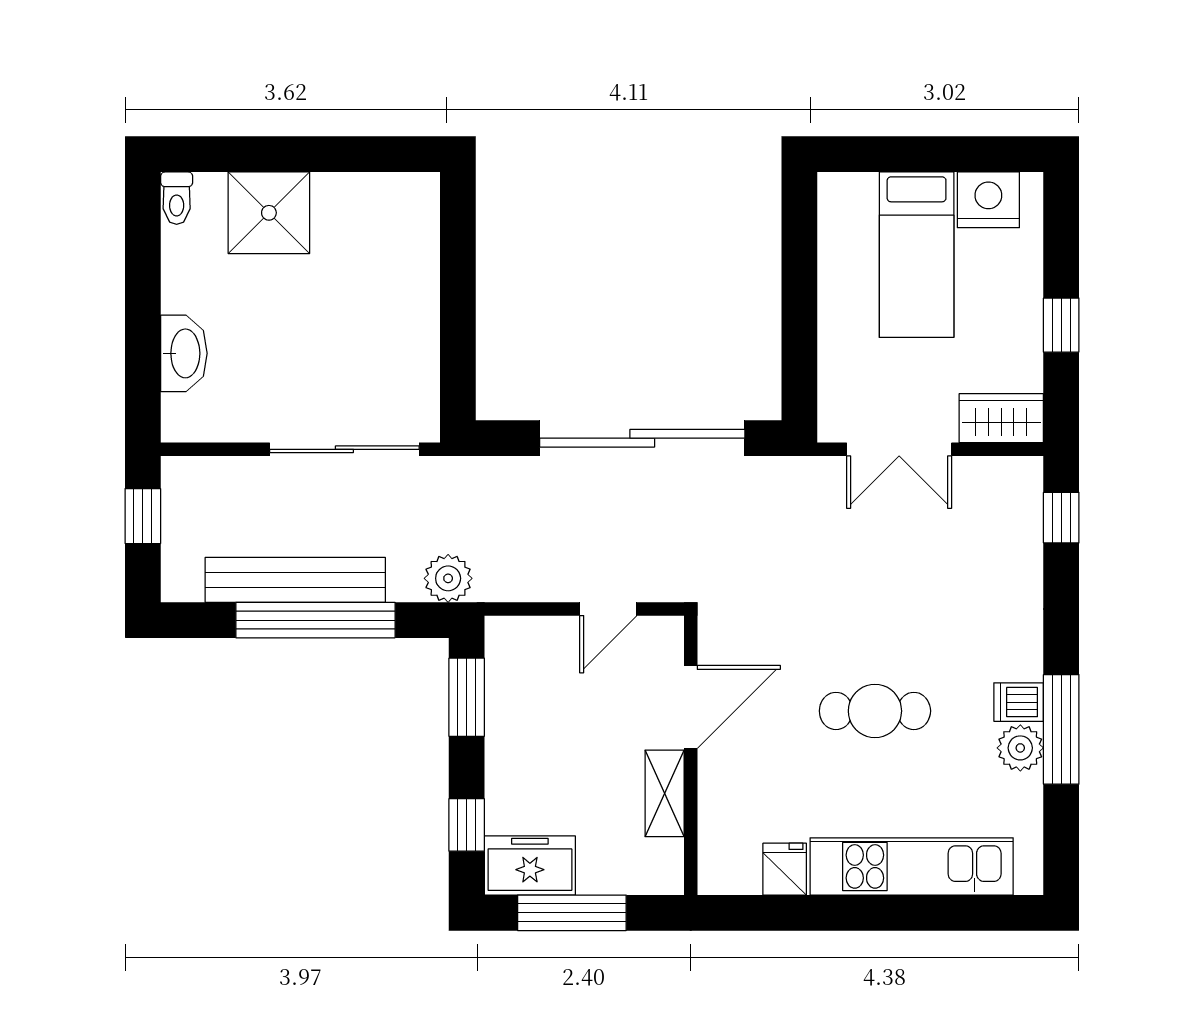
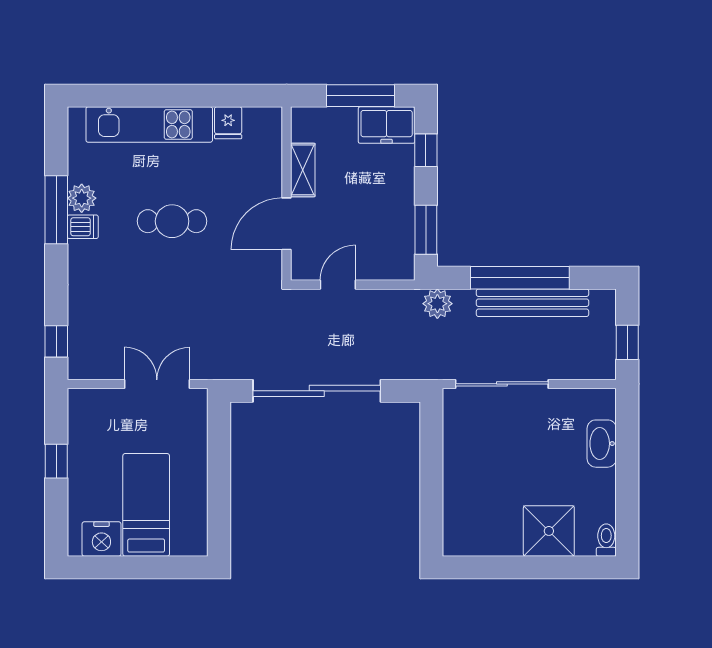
wardrobe: (1001, 418) -> (93, 403), removed

